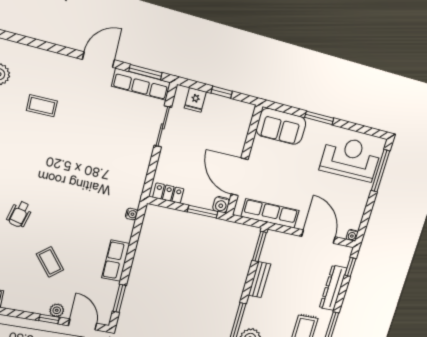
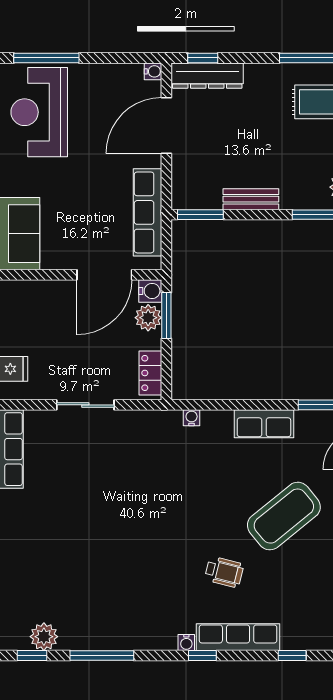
coffee table: (42, 106) -> (71, 574), removed
sliding door: (163, 126) -> (85, 405), moved
plant: (204, 200) -> (148, 318), added
coffee table: (50, 262) -> (284, 516), width x1.86, depth x1.72
dresser: (333, 288) -> (207, 76), moved

